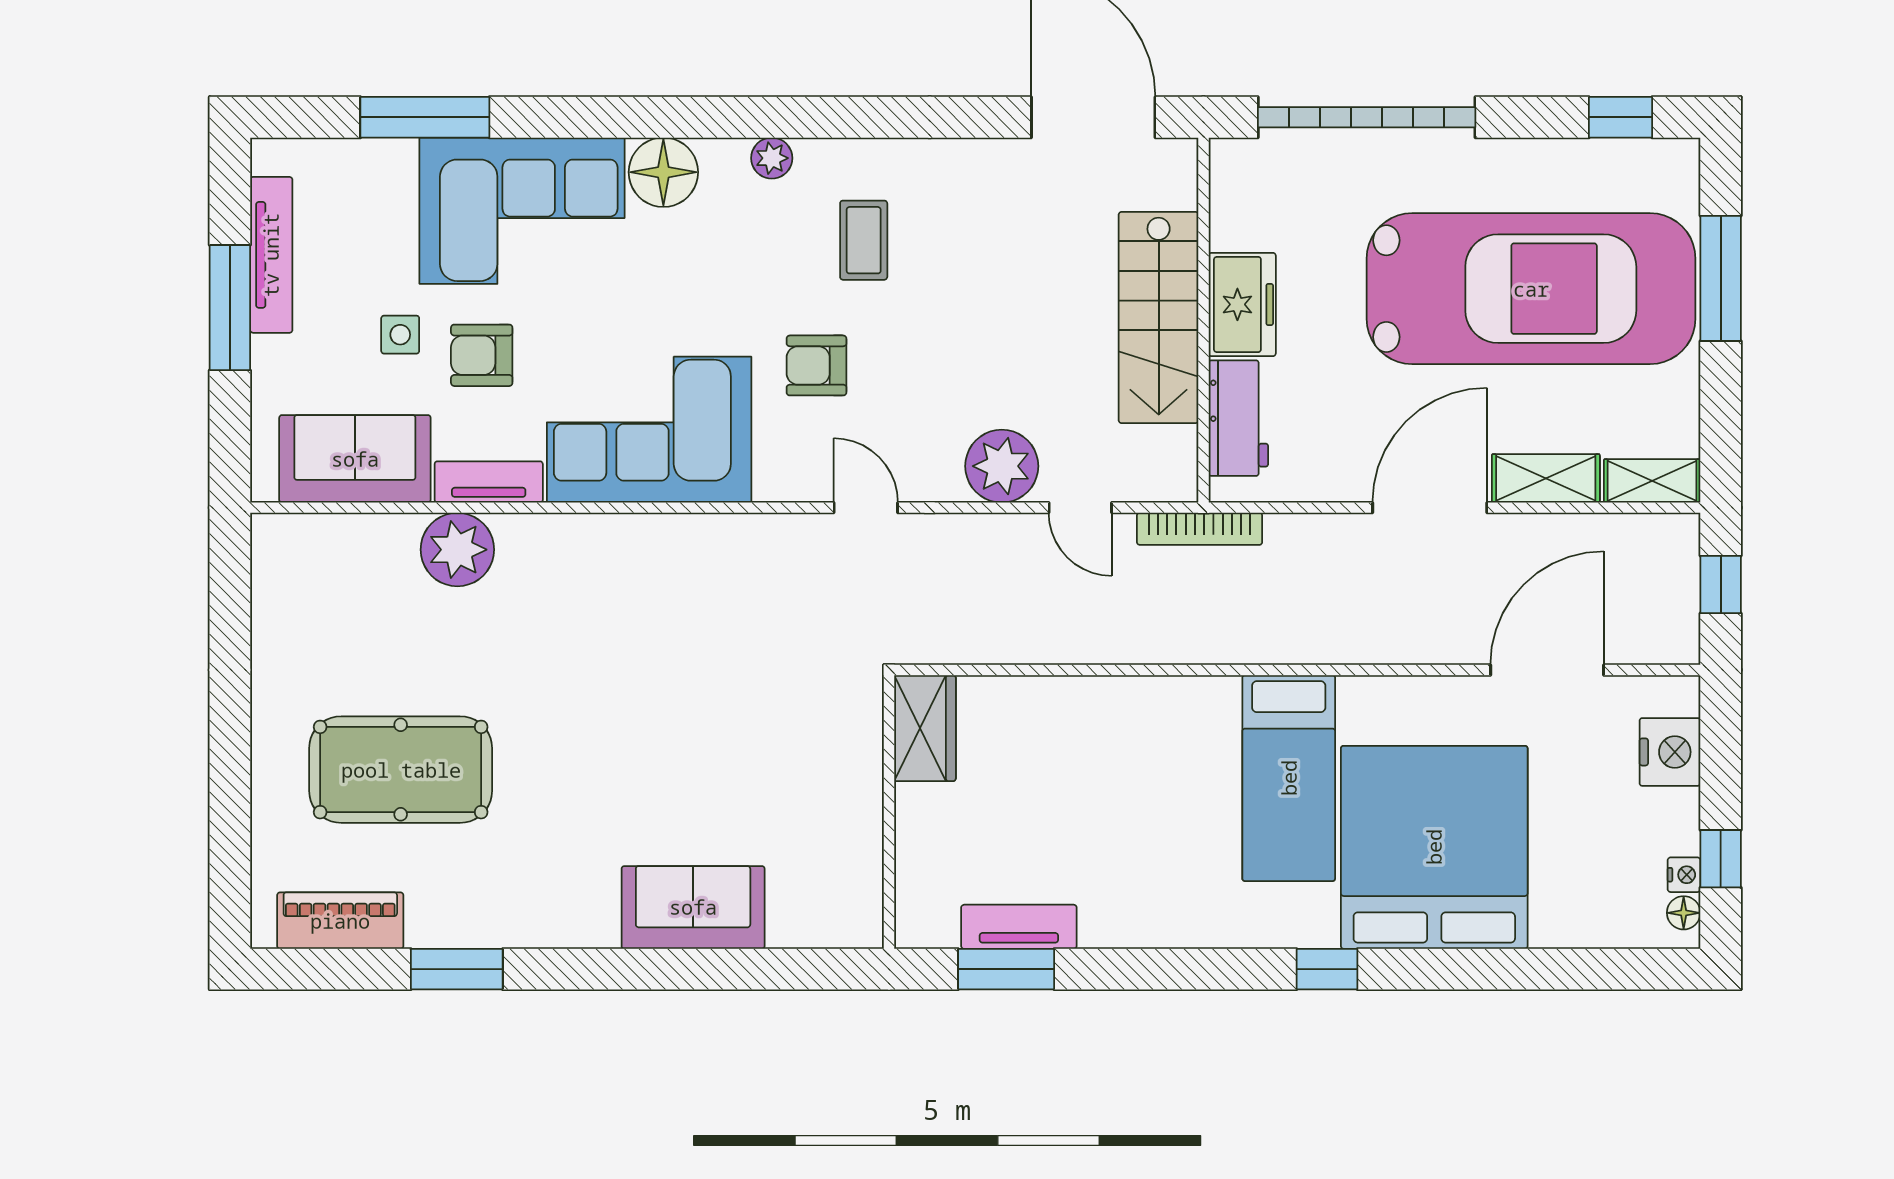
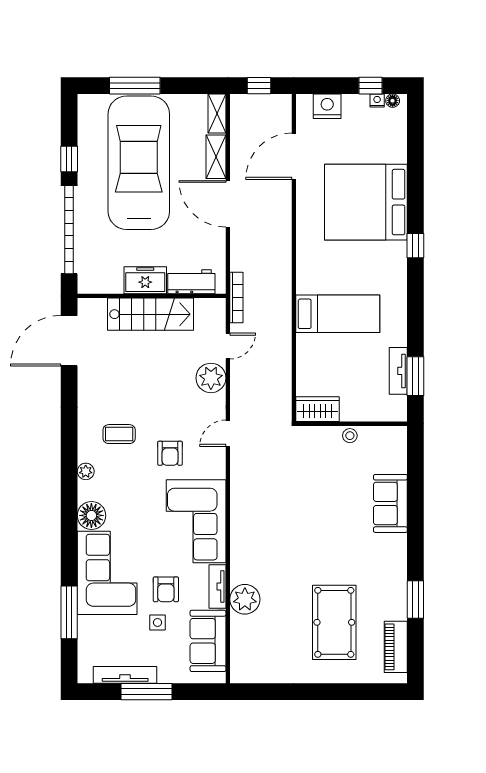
window: (1621, 117) -> (69, 159), moved
door: (1547, 670) -> (294, 156), hinge flipped
bed: (1289, 778) -> (338, 314), moved
stool: (860, 808) -> (350, 436), added

